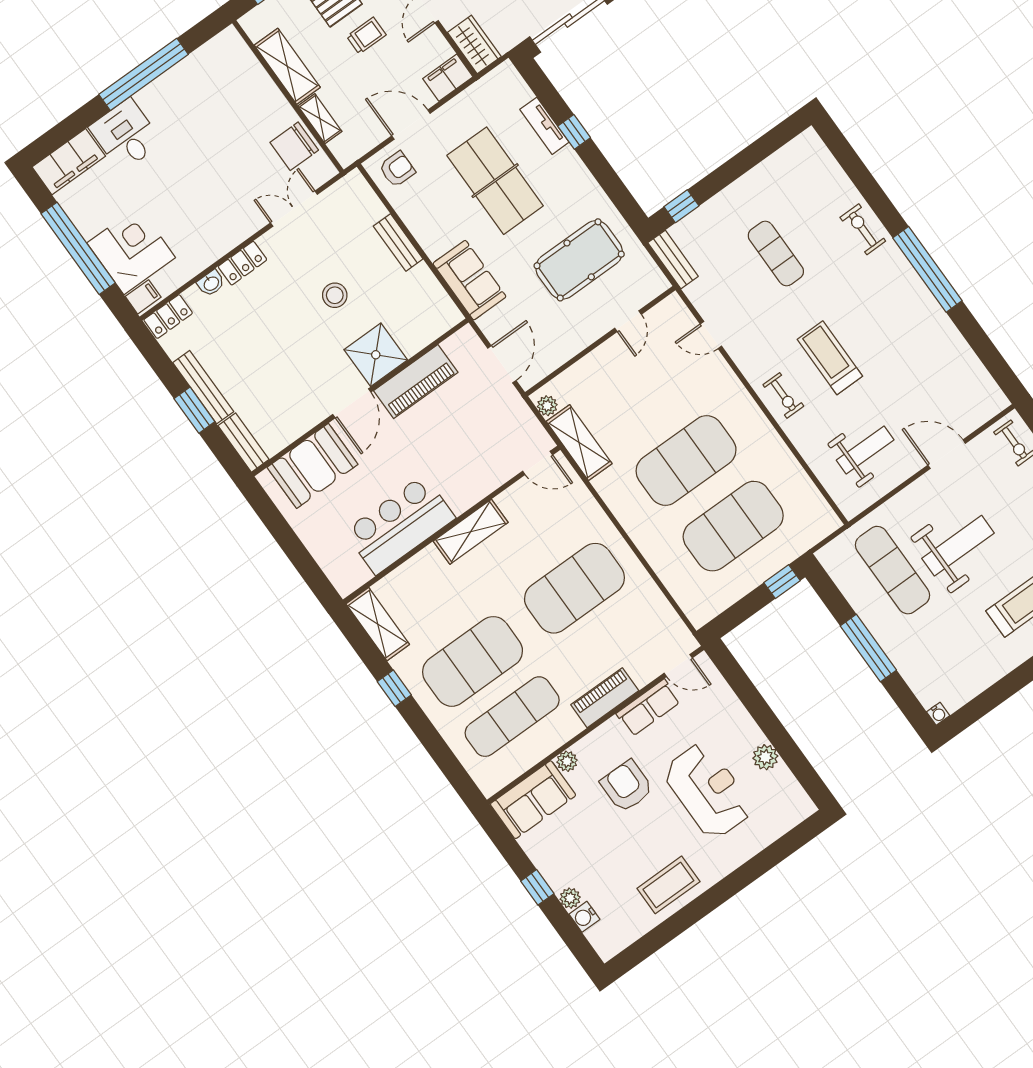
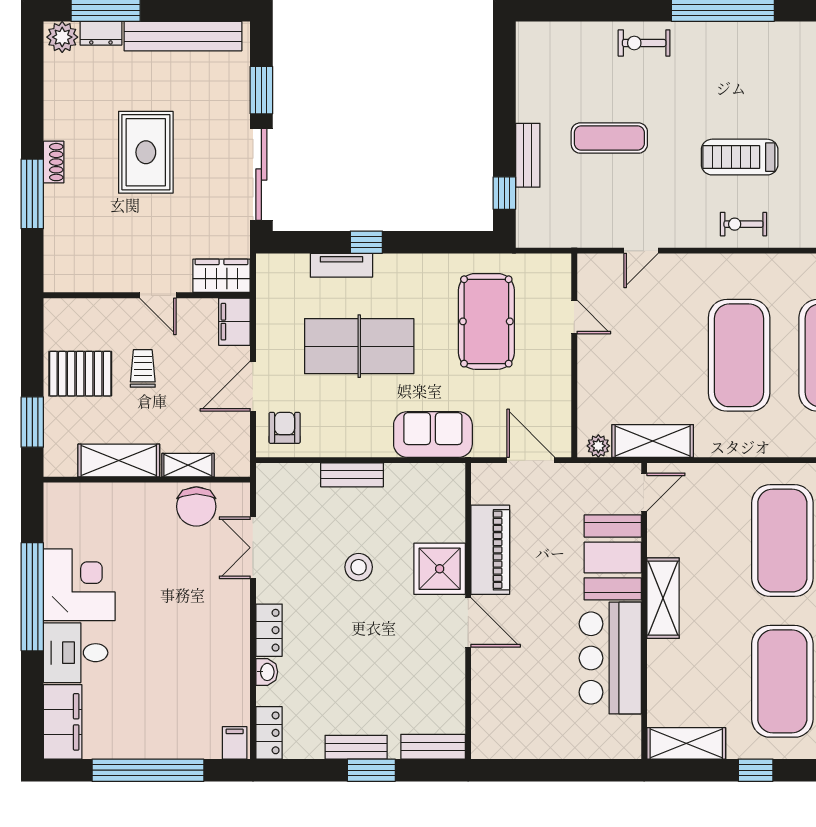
corner desk: (131, 250) -> (79, 585), moved, turned 90
bench: (673, 260) -> (528, 155), moved, turned 90
bench: (203, 387) -> (356, 747), width x0.73
exercise bike: (783, 395) -> (743, 224), turned 180
booth: (313, 466) -> (613, 557), moved

